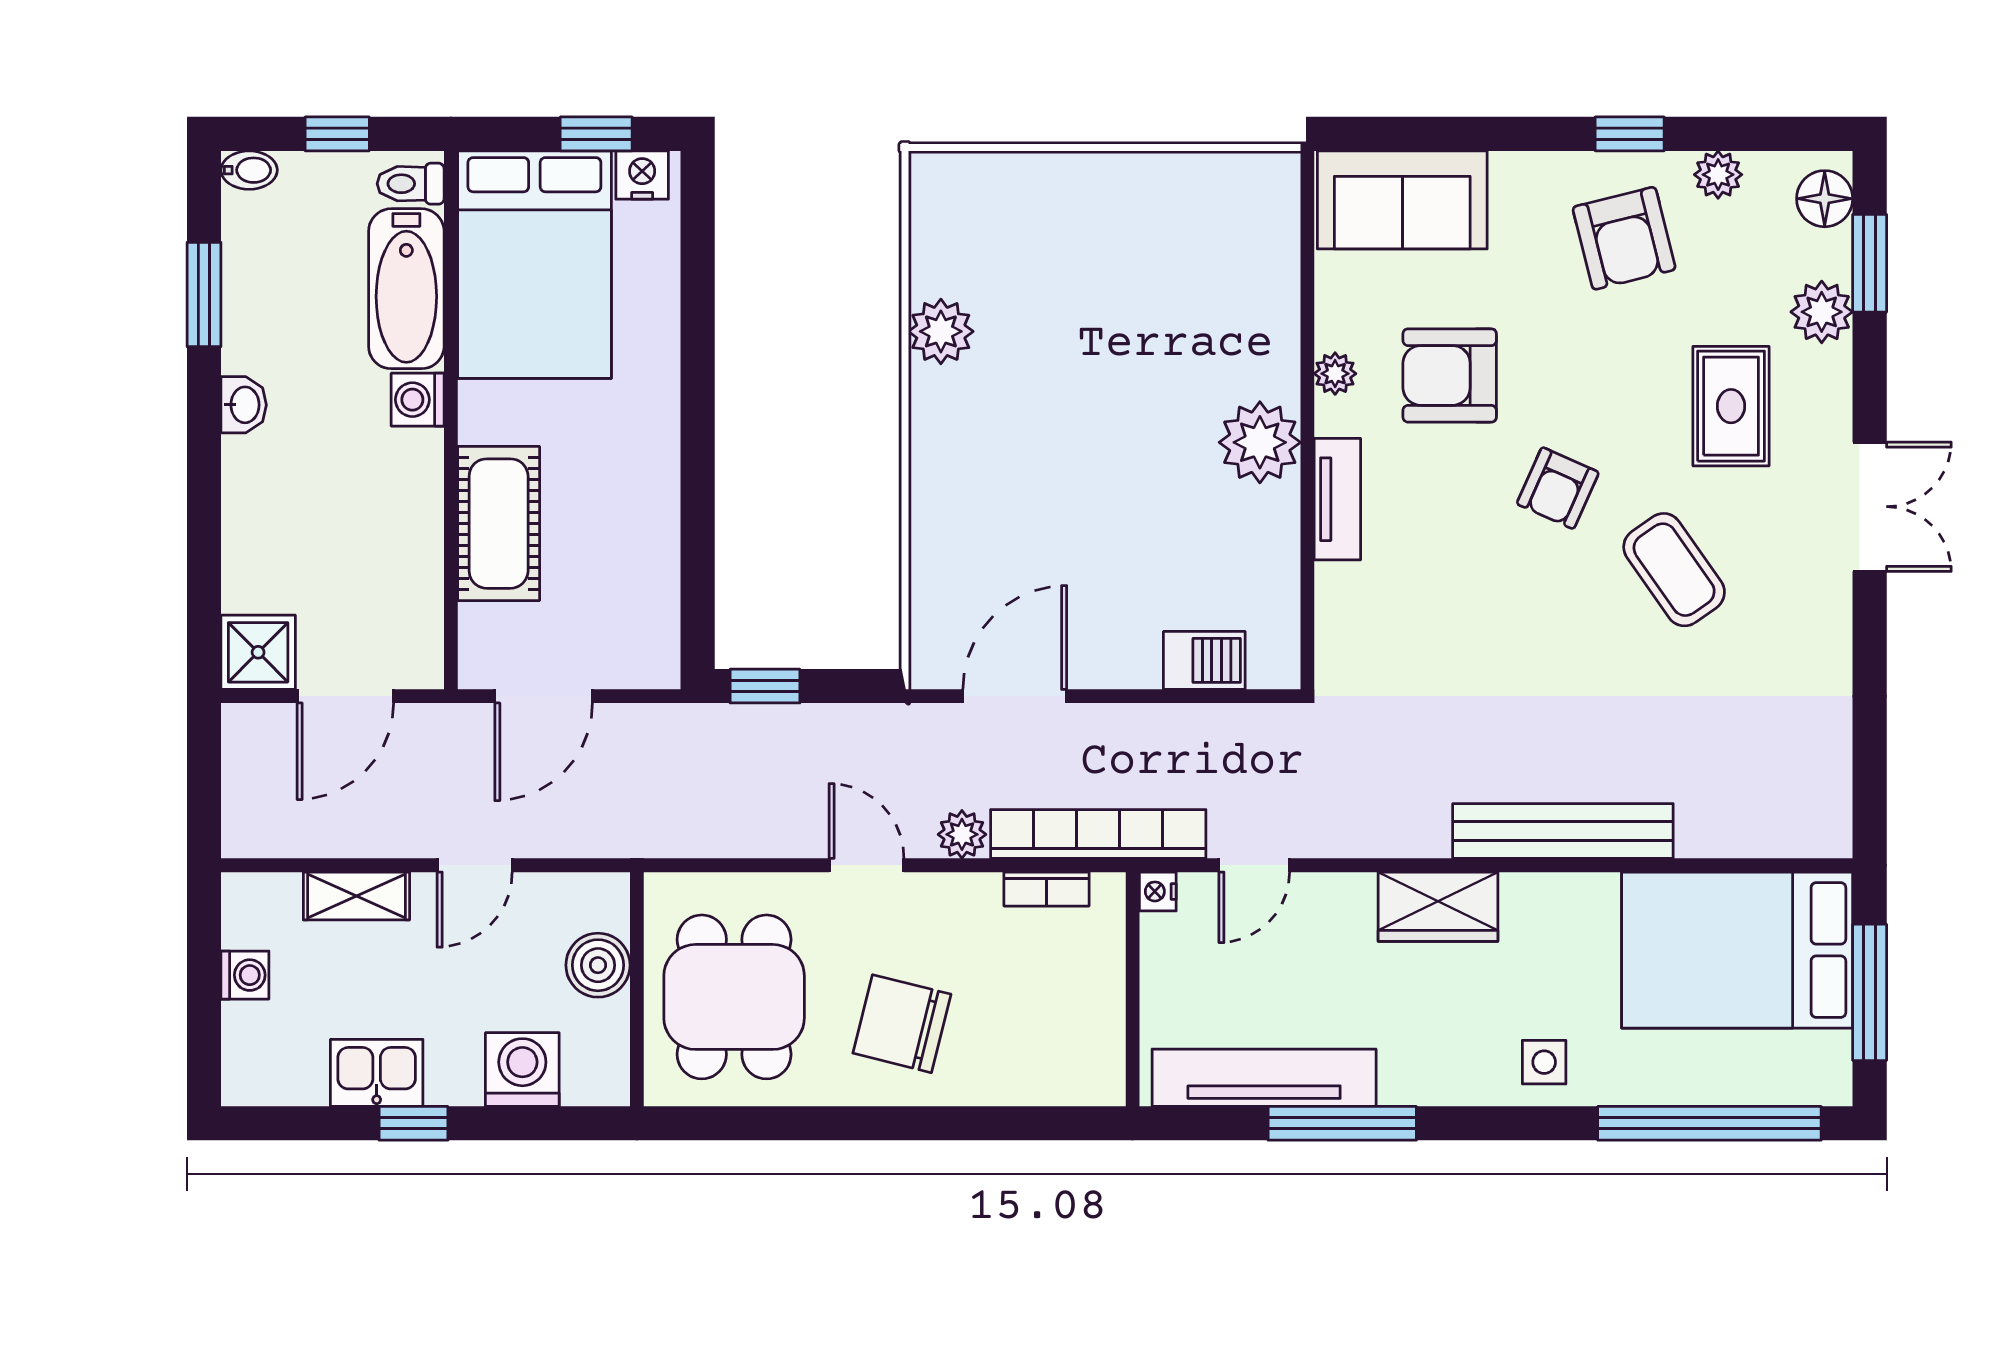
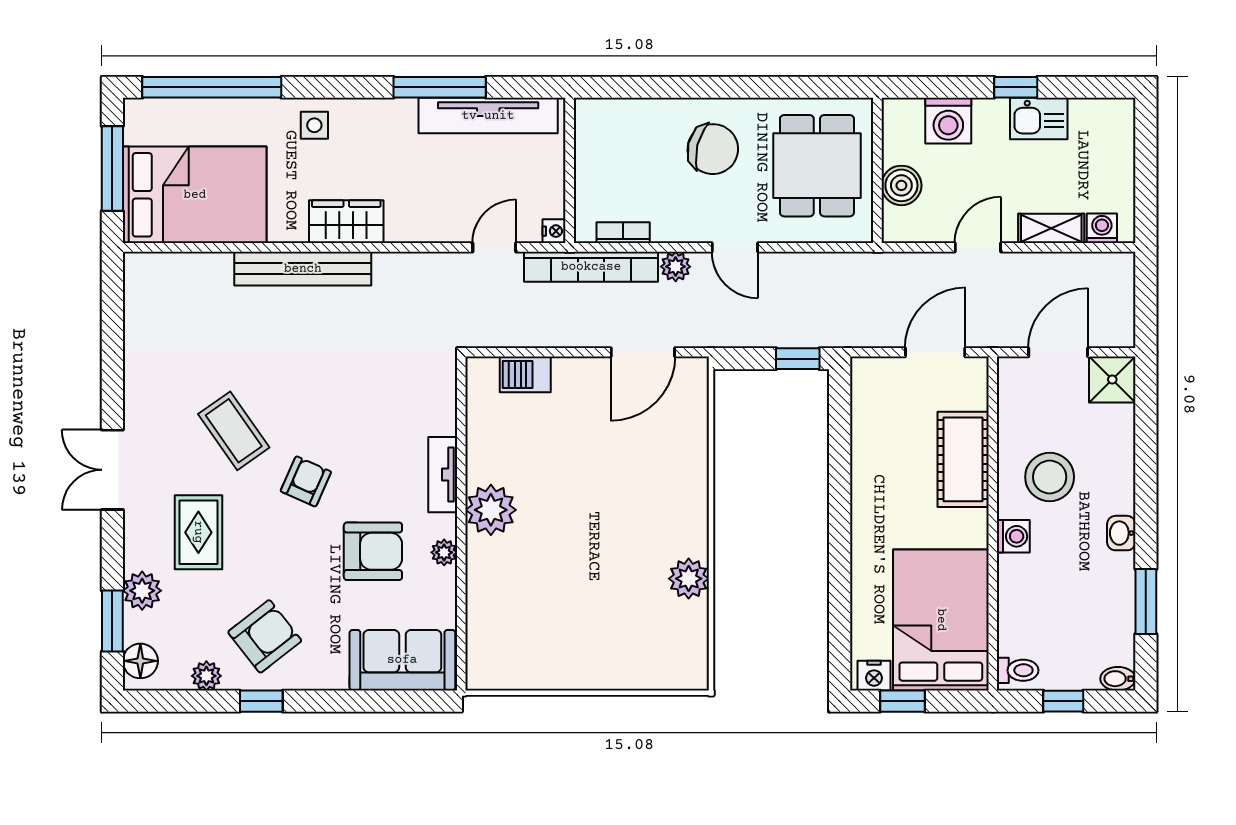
armchair: (1624, 238) -> (265, 636), turned 66
bathtub: (406, 289) -> (1020, 605), removed
stool: (359, 495) -> (1050, 477), added
wardrobe: (1438, 907) -> (346, 222), moved
washing machine: (245, 975) -> (1102, 228), moved, turned 90

